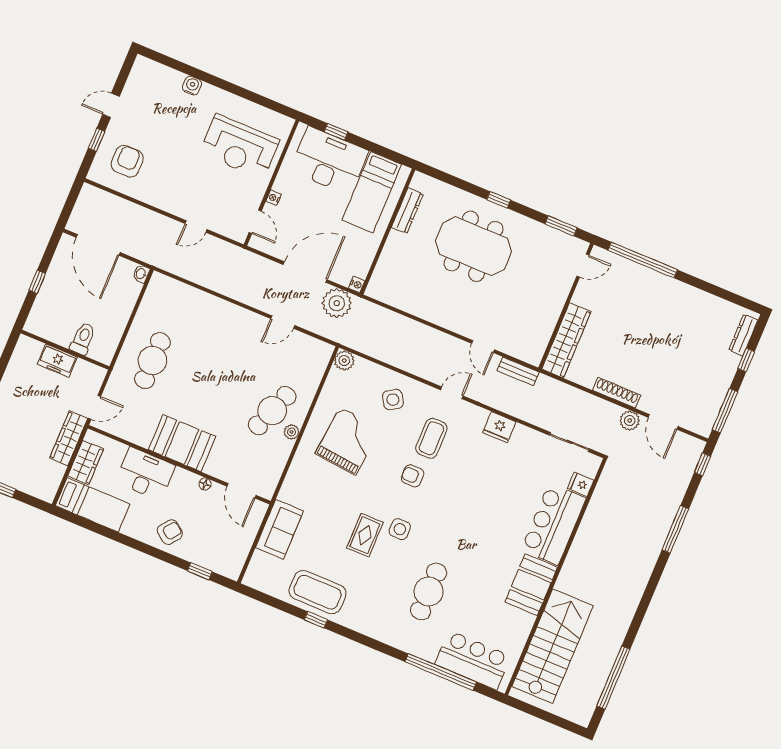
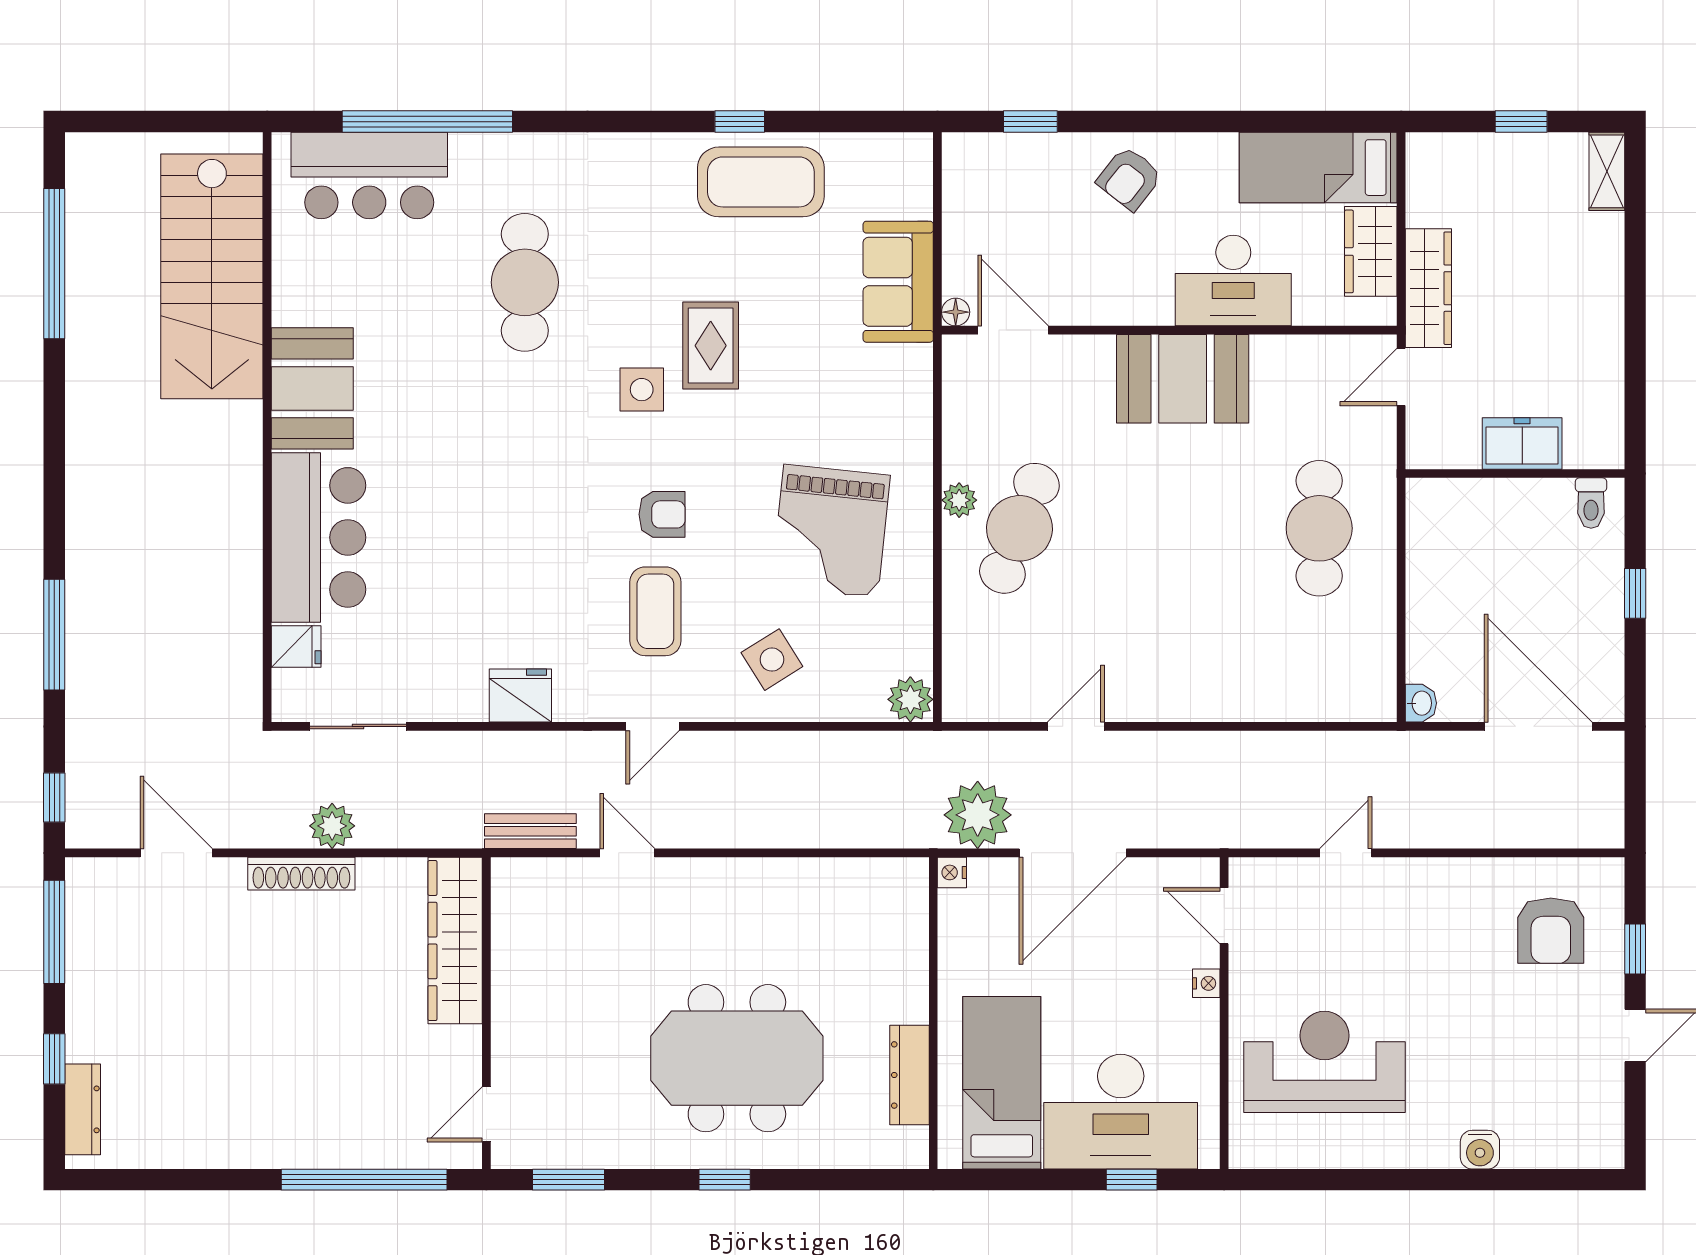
toilet: (83, 339) -> (1591, 503), moved, width x0.73, depth x0.72
plant: (630, 421) -> (332, 826), moved
floor lamp: (205, 484) -> (956, 312), moved

